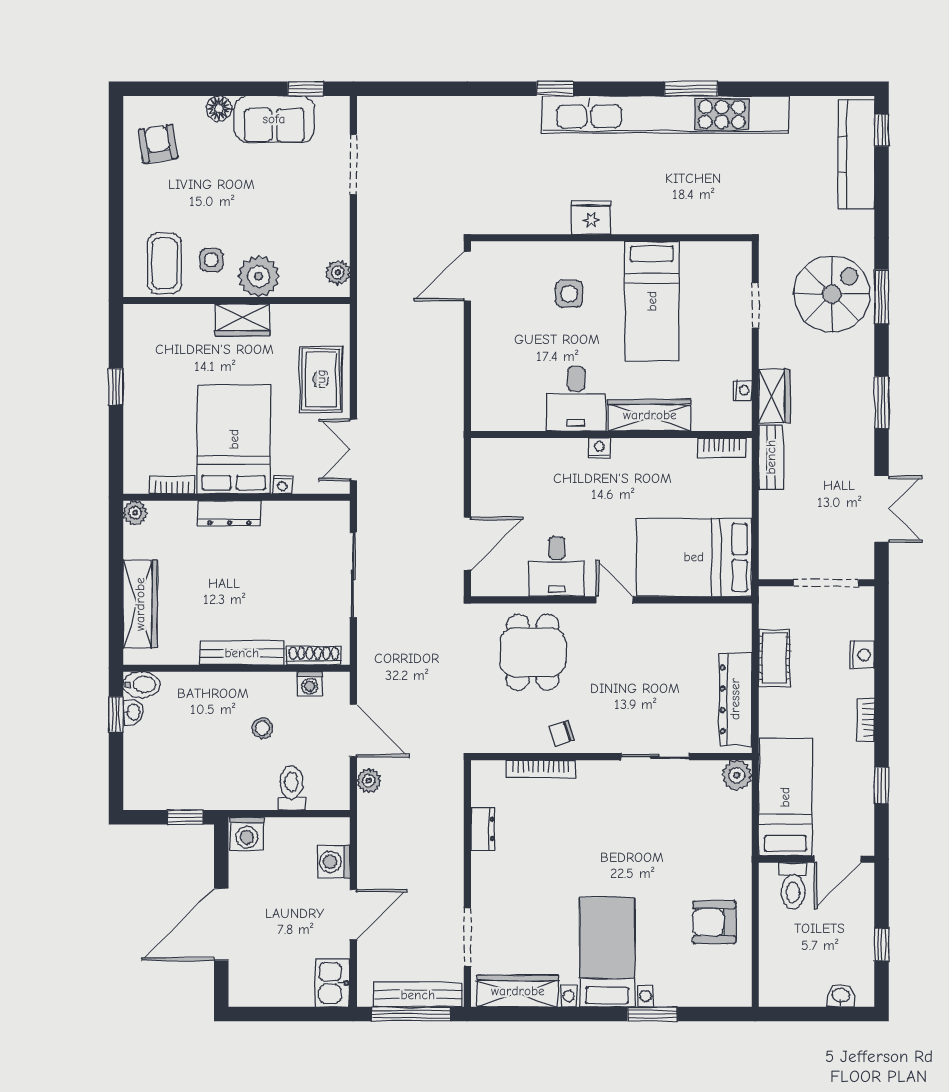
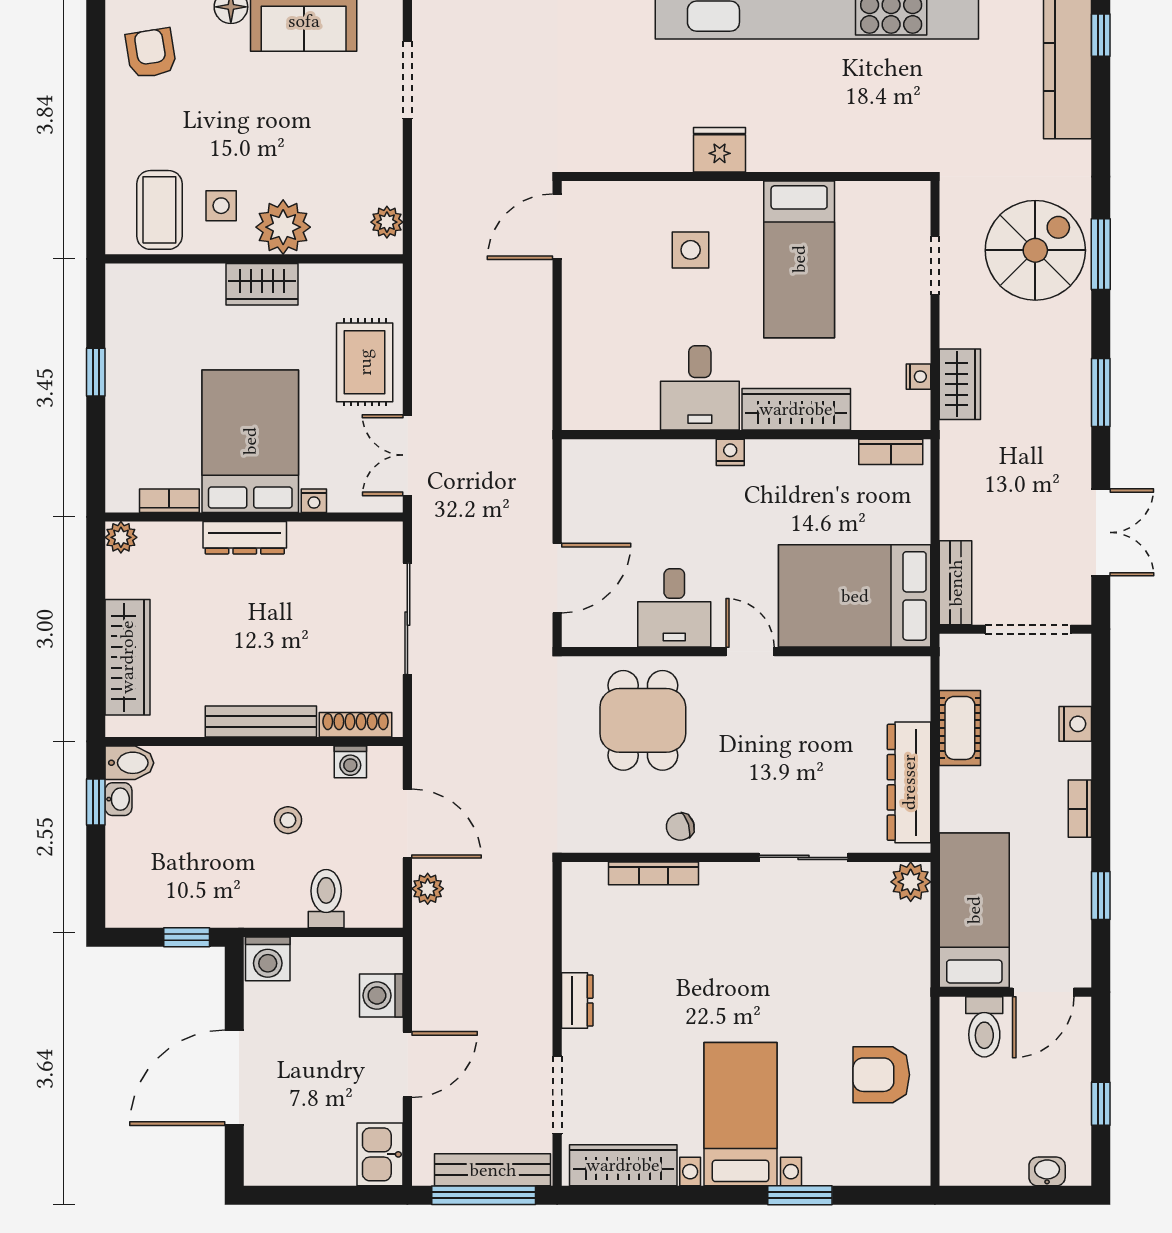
bench: (771, 457) -> (956, 583), moved
dresser: (483, 829) -> (577, 1001), moved

